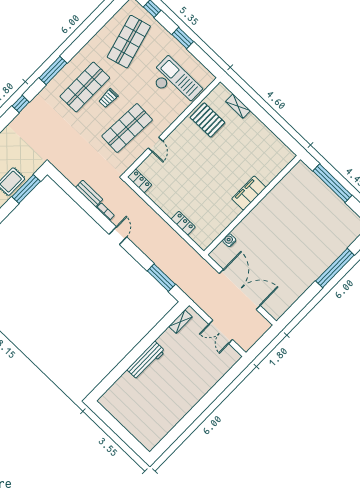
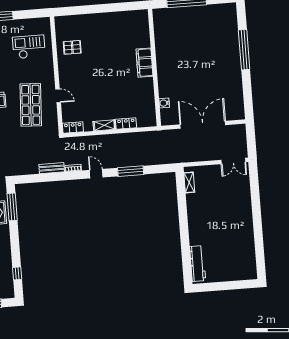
checkout: (175, 83) -> (29, 47), width x0.73, depth x0.83
shelving: (238, 106) -> (104, 125), moved
pallet: (207, 120) -> (72, 47), width x0.67, depth x0.71
window: (161, 278) -> (131, 171), moved
double door: (221, 332) -> (233, 161), moved
workbench: (146, 360) -> (198, 264), moved

